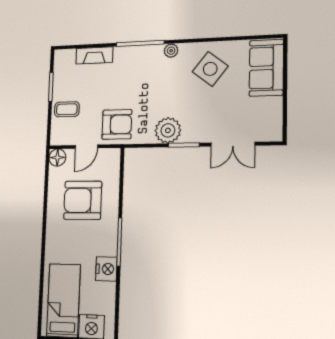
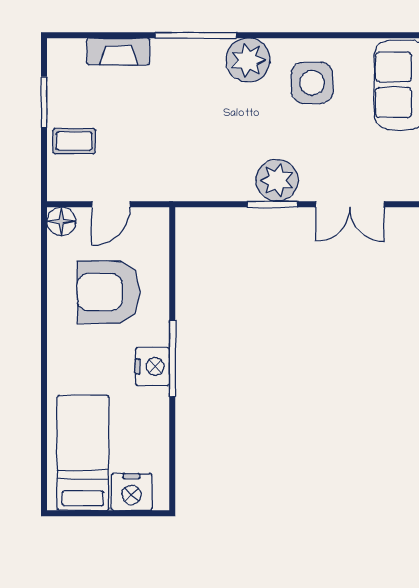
plant: (171, 51) -> (248, 60), width x1.87, depth x1.87
side table: (210, 69) -> (312, 83), turned -38
armchair: (117, 124) -> (161, 169), removed
plant: (168, 130) -> (277, 180), moved
nightstand: (106, 269) -> (152, 366), moved

